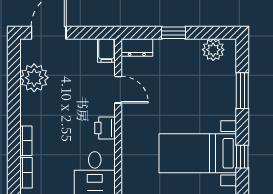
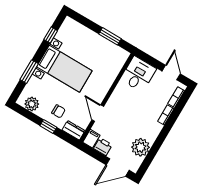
chair: (172, 61) -> (58, 111), added
printer: (105, 128) -> (103, 147), moved, turned -90
bed with nightstands: (198, 153) -> (64, 69), moved

